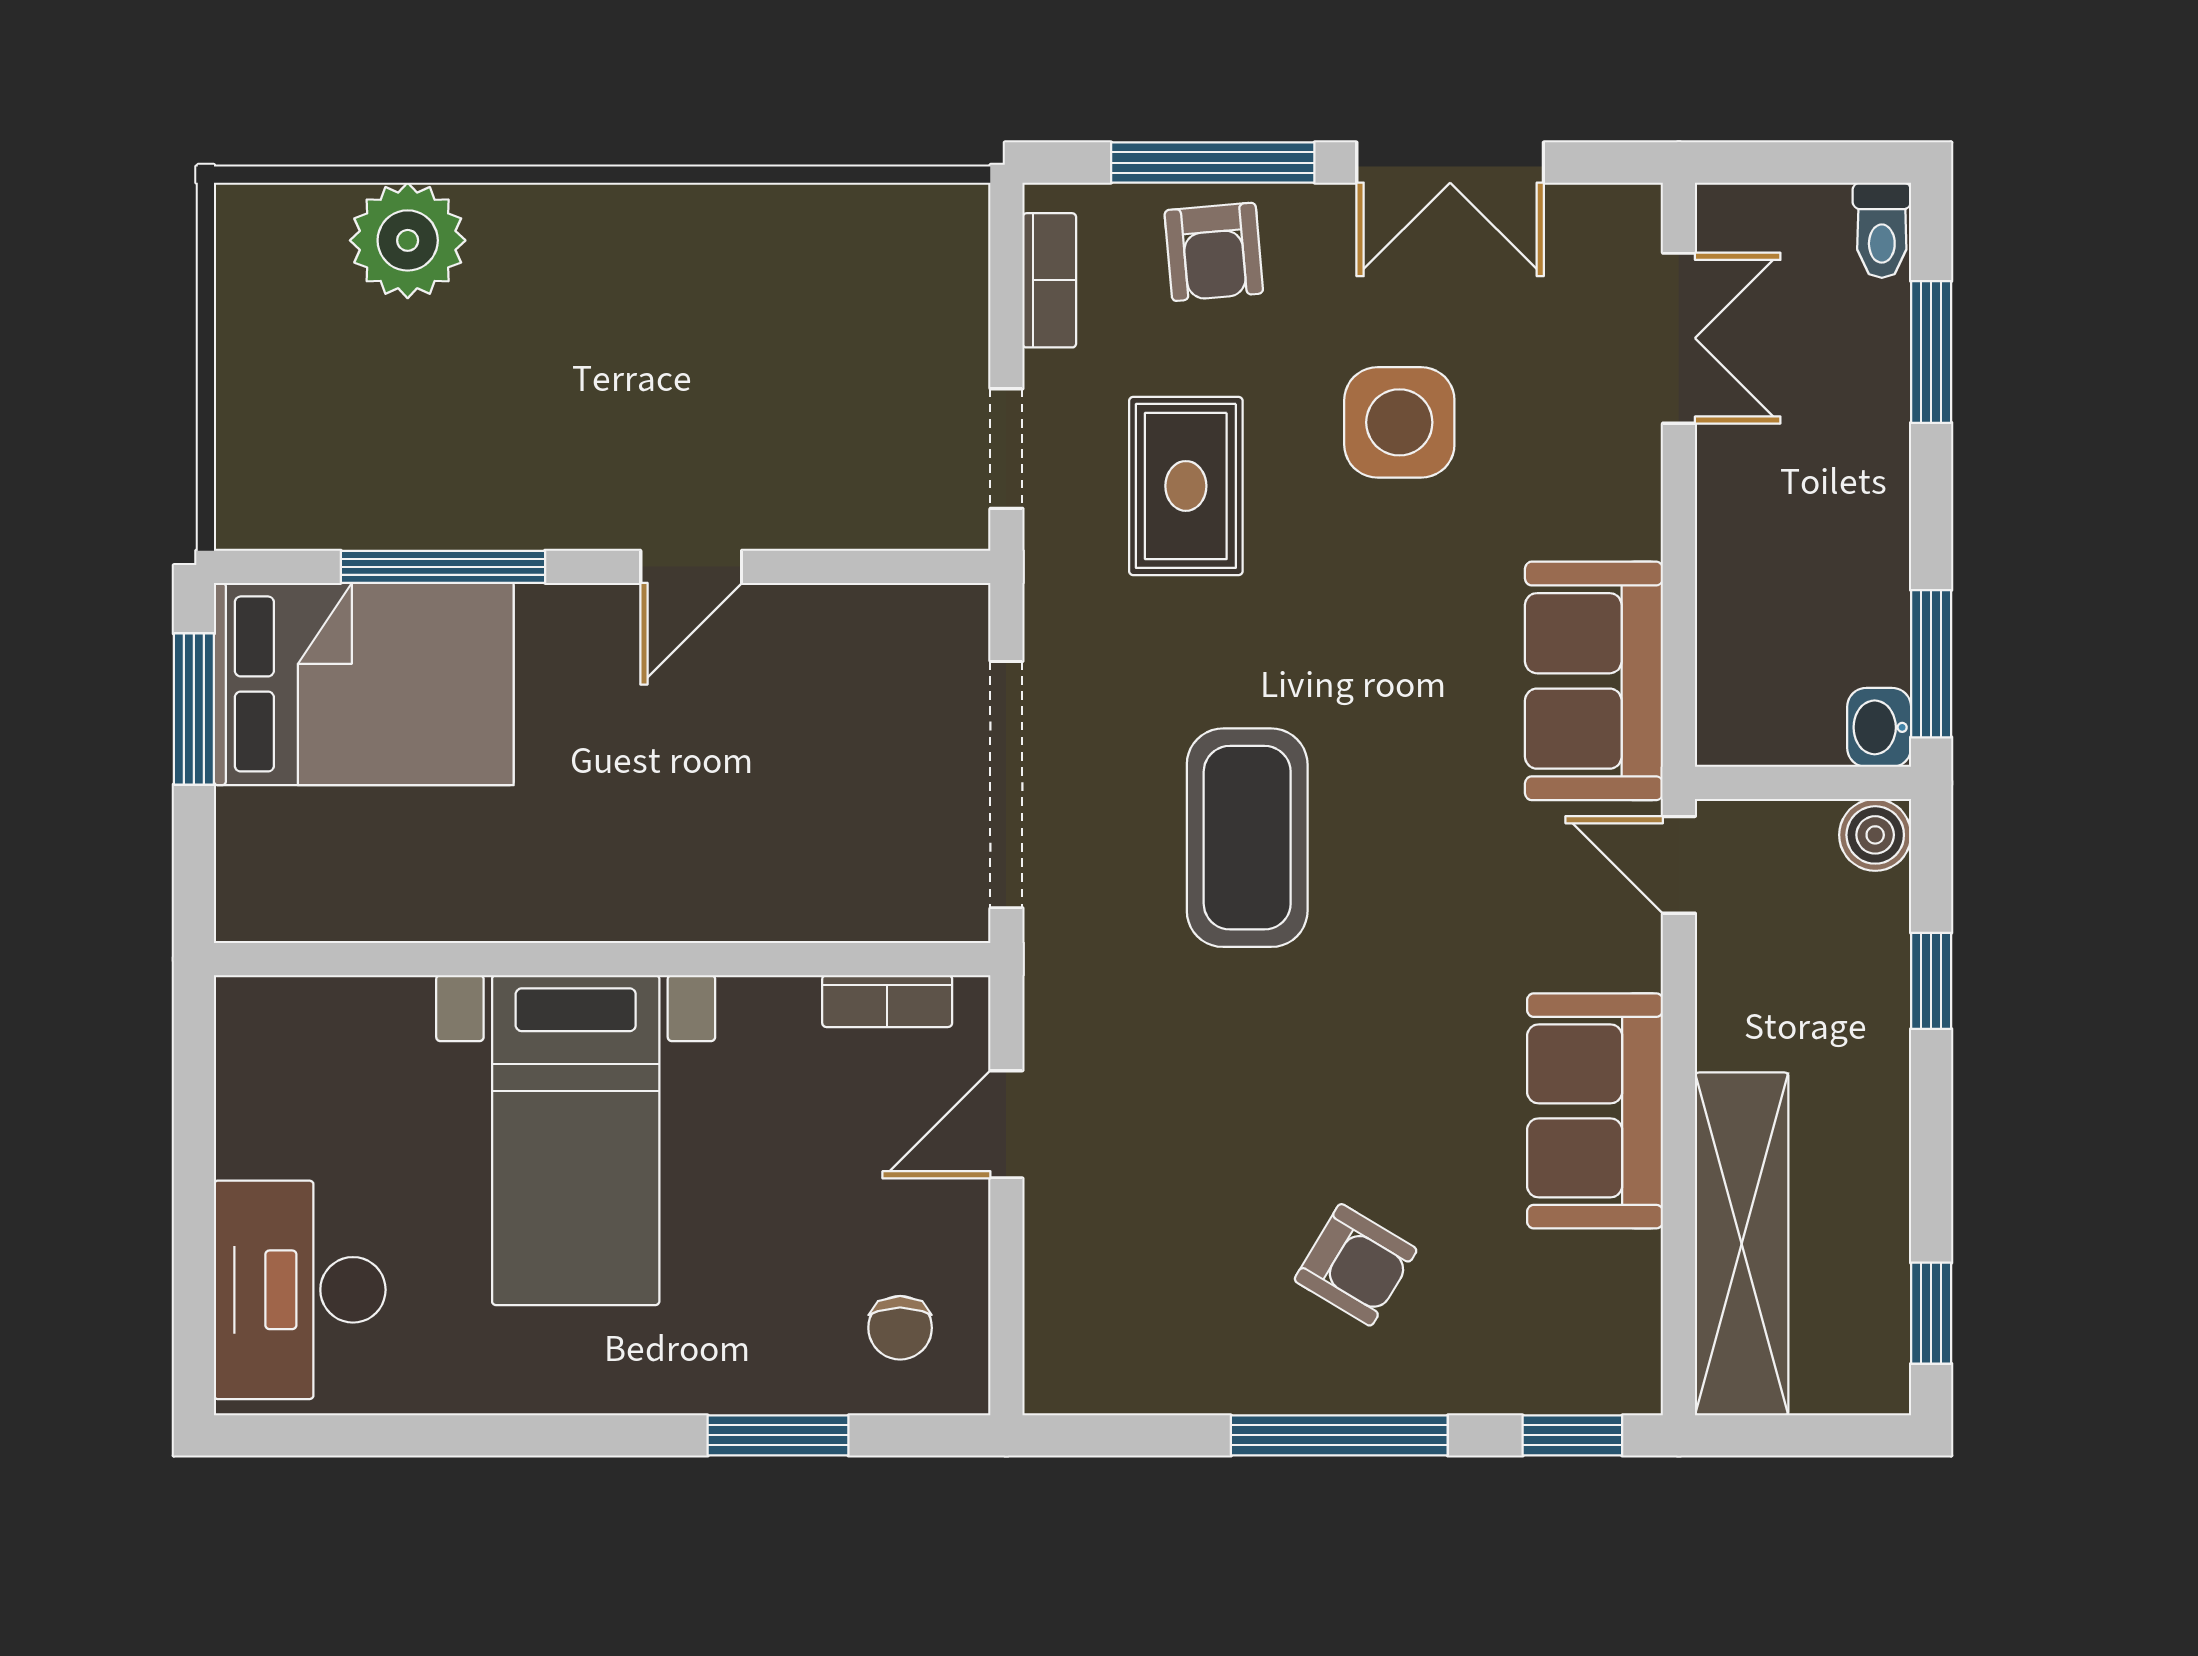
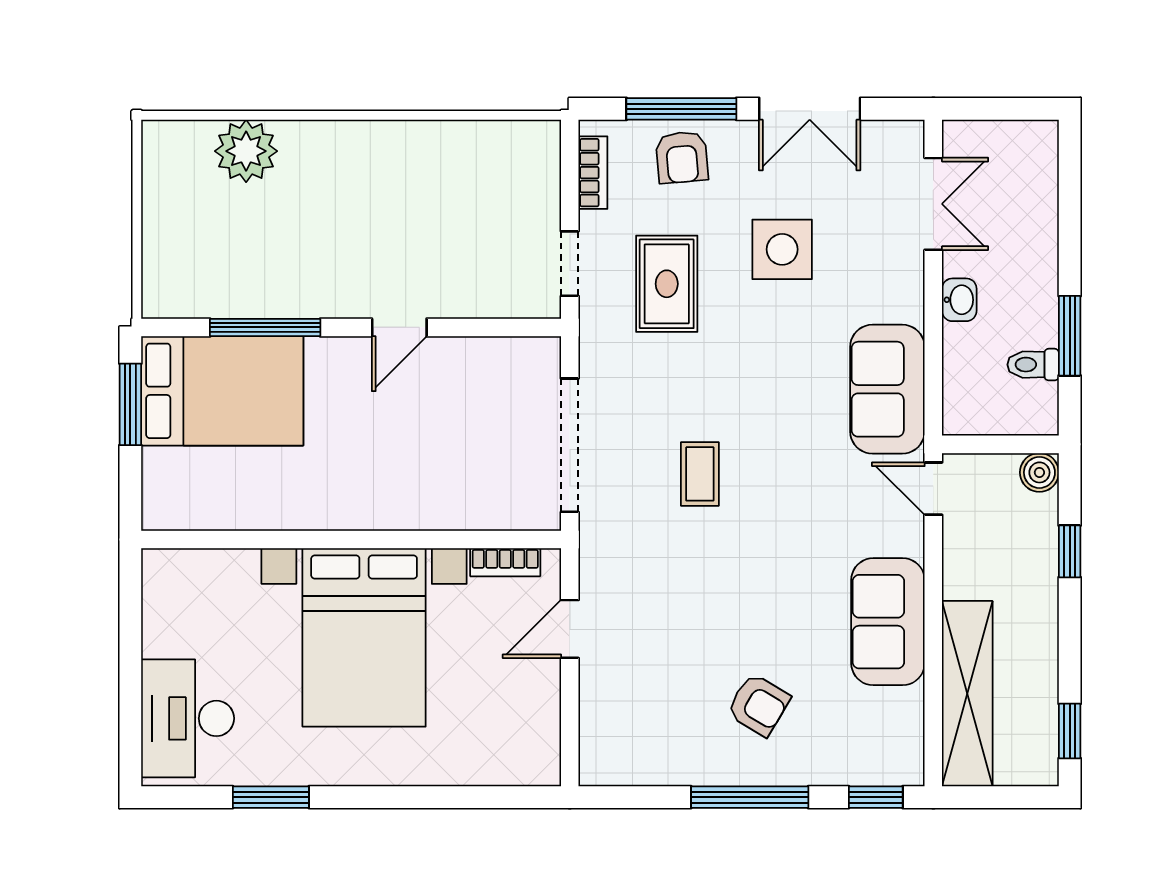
toilet: (1882, 230) -> (1033, 365), moved, turned 90
window: (1931, 352) -> (1070, 211), removed
window: (1931, 664) -> (1070, 336), moved
washbasin: (1879, 727) -> (959, 300), moved, turned 180
coffee table: (1247, 838) -> (700, 474), width x0.54, depth x0.58
bed with nightstands: (576, 1140) -> (364, 637), width x1.36
chair: (900, 1328) -> (512, 739), removed
window: (778, 1435) -> (271, 797), moved

